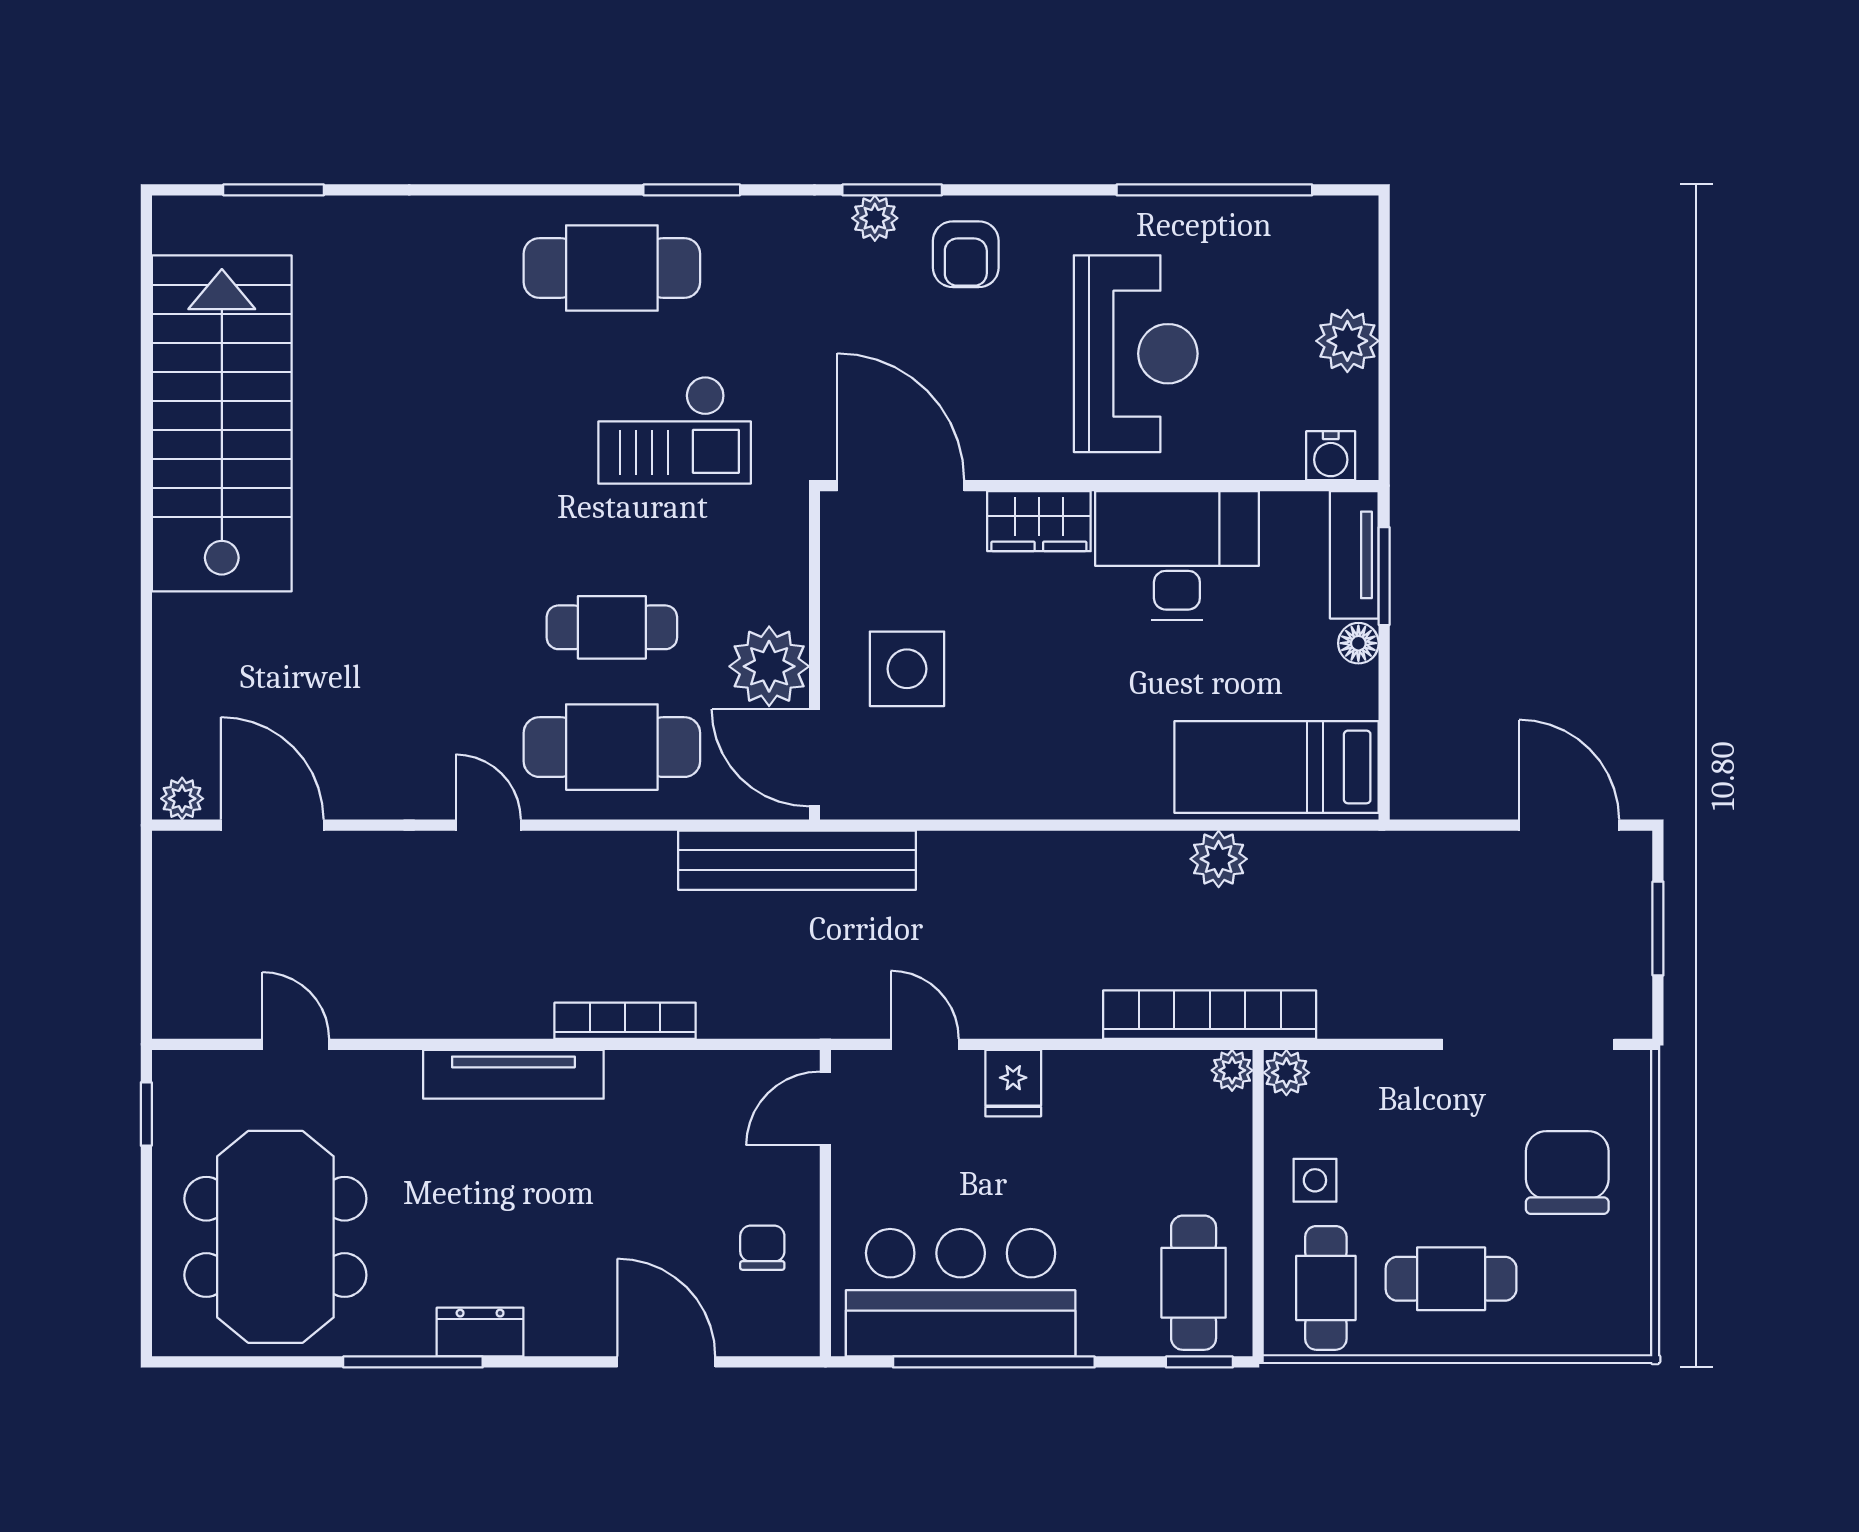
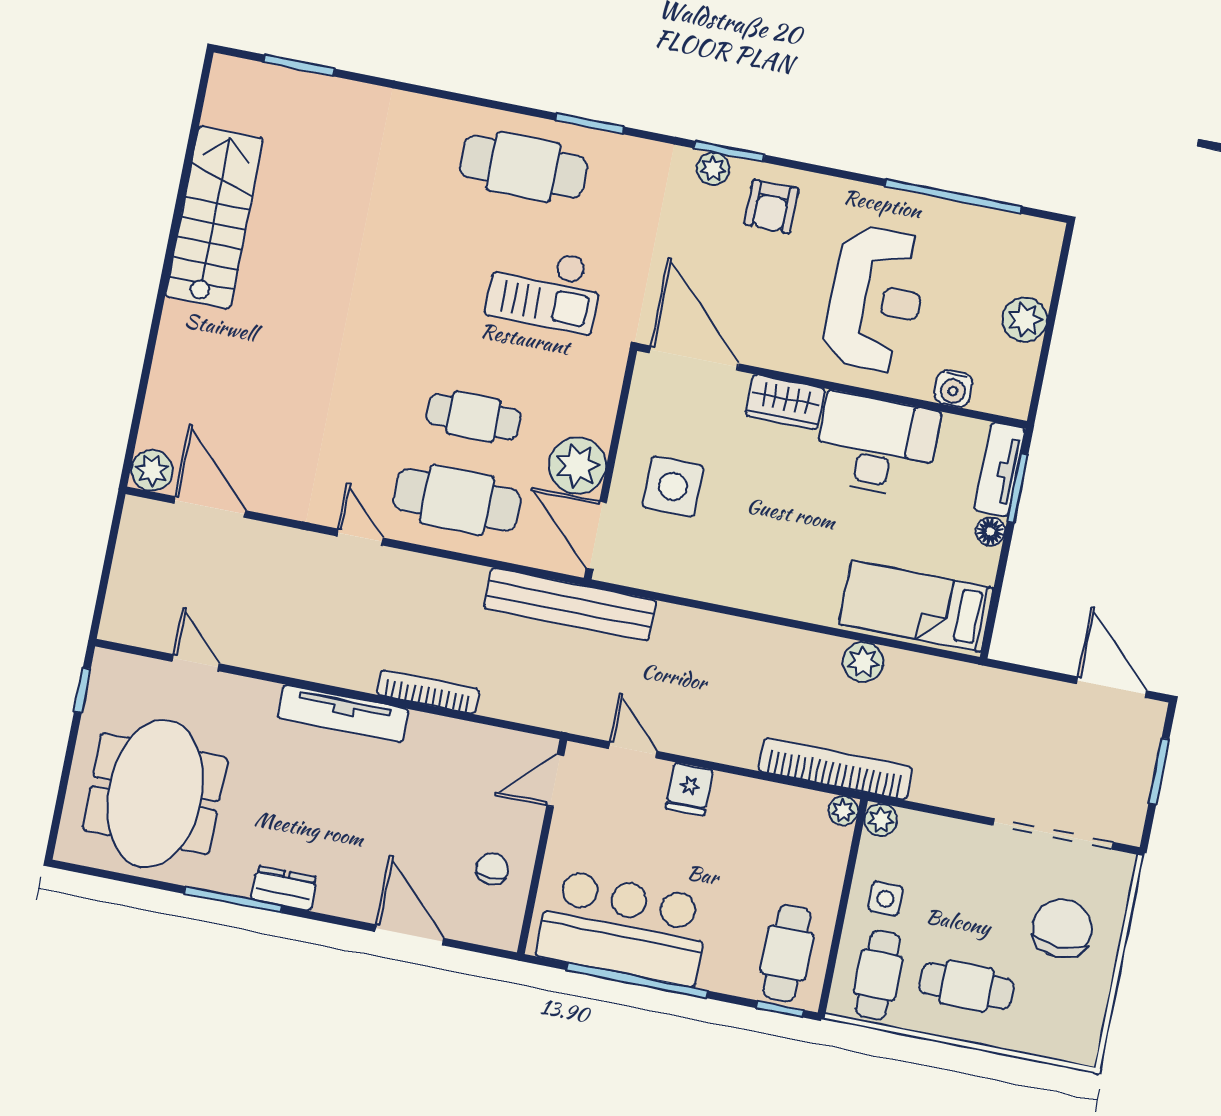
stairs: (222, 423) -> (214, 217), width x0.73, depth x0.66
water cooler: (1331, 456) -> (953, 388), moved
plant: (182, 799) -> (152, 470), width x1.38, depth x1.38

